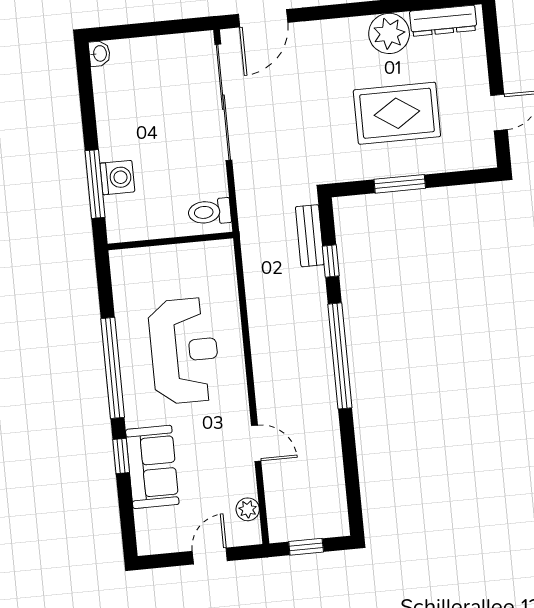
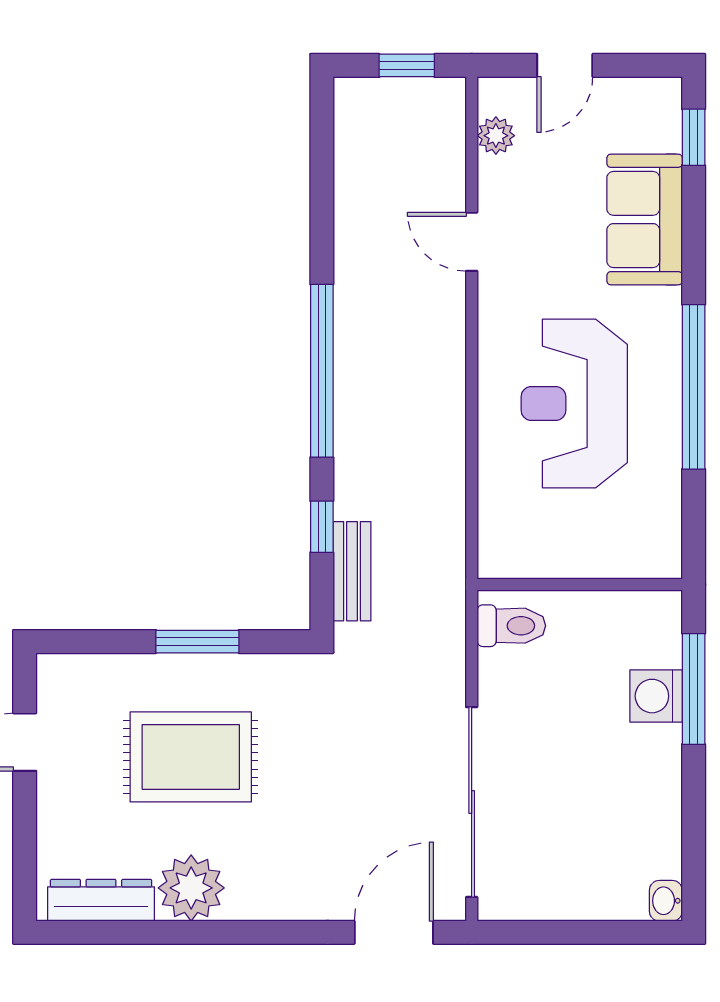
window: (121, 456) -> (694, 137), moved

